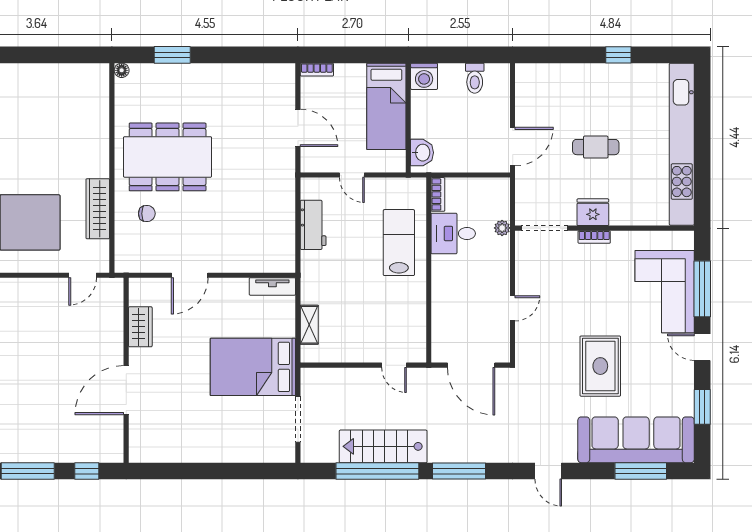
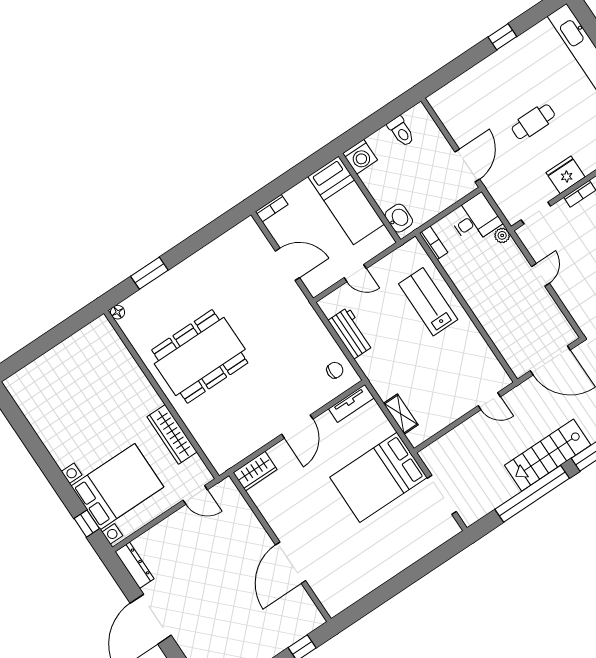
chair: (147, 214) -> (335, 370), moved
doorway: (545, 228) -> (536, 213), width x0.73
desk: (453, 233) -> (475, 219), moved, turned 180
door: (83, 275) -> (195, 495), hinge flipped
door: (190, 275) -> (297, 427), moved
door: (513, 308) -> (540, 275), moved
wardrobe: (140, 327) -> (255, 471), moved, turned 90
stairs: (383, 446) -> (548, 455), moved

